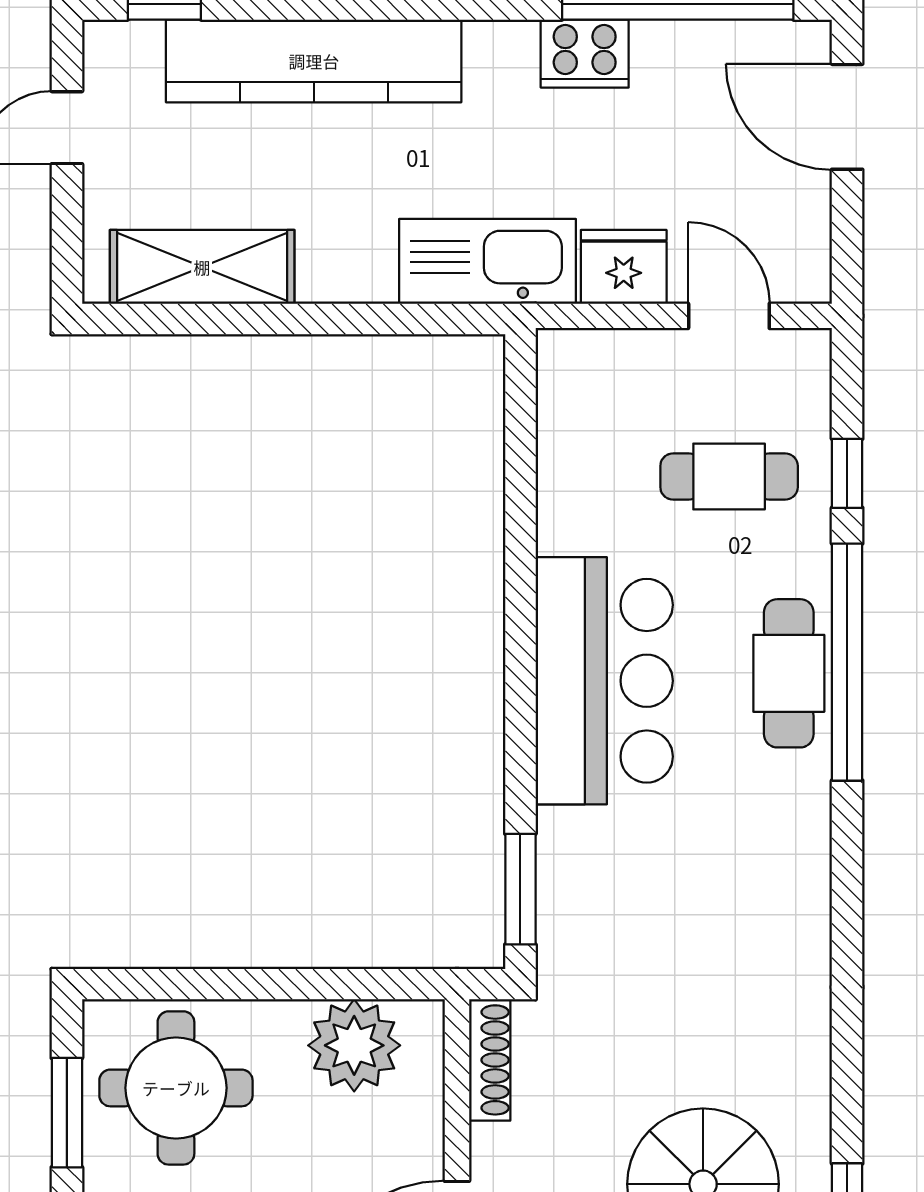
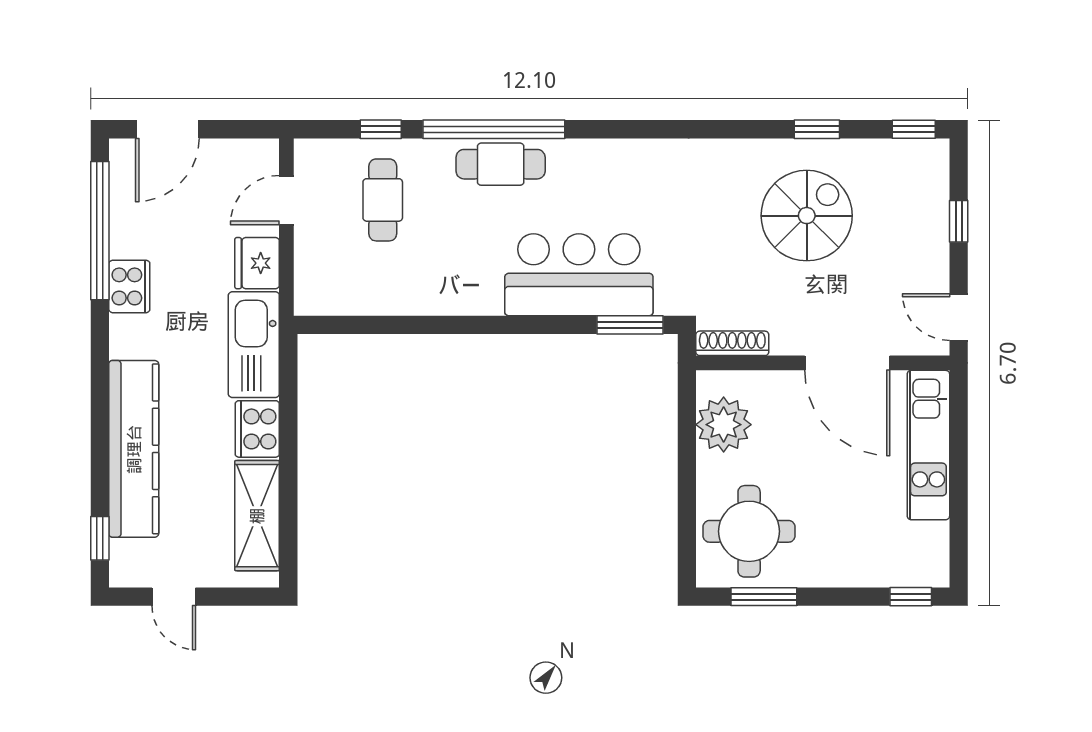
cooker: (347, 267) -> (257, 429), added
bar counter: (604, 681) -> (579, 275), moved

